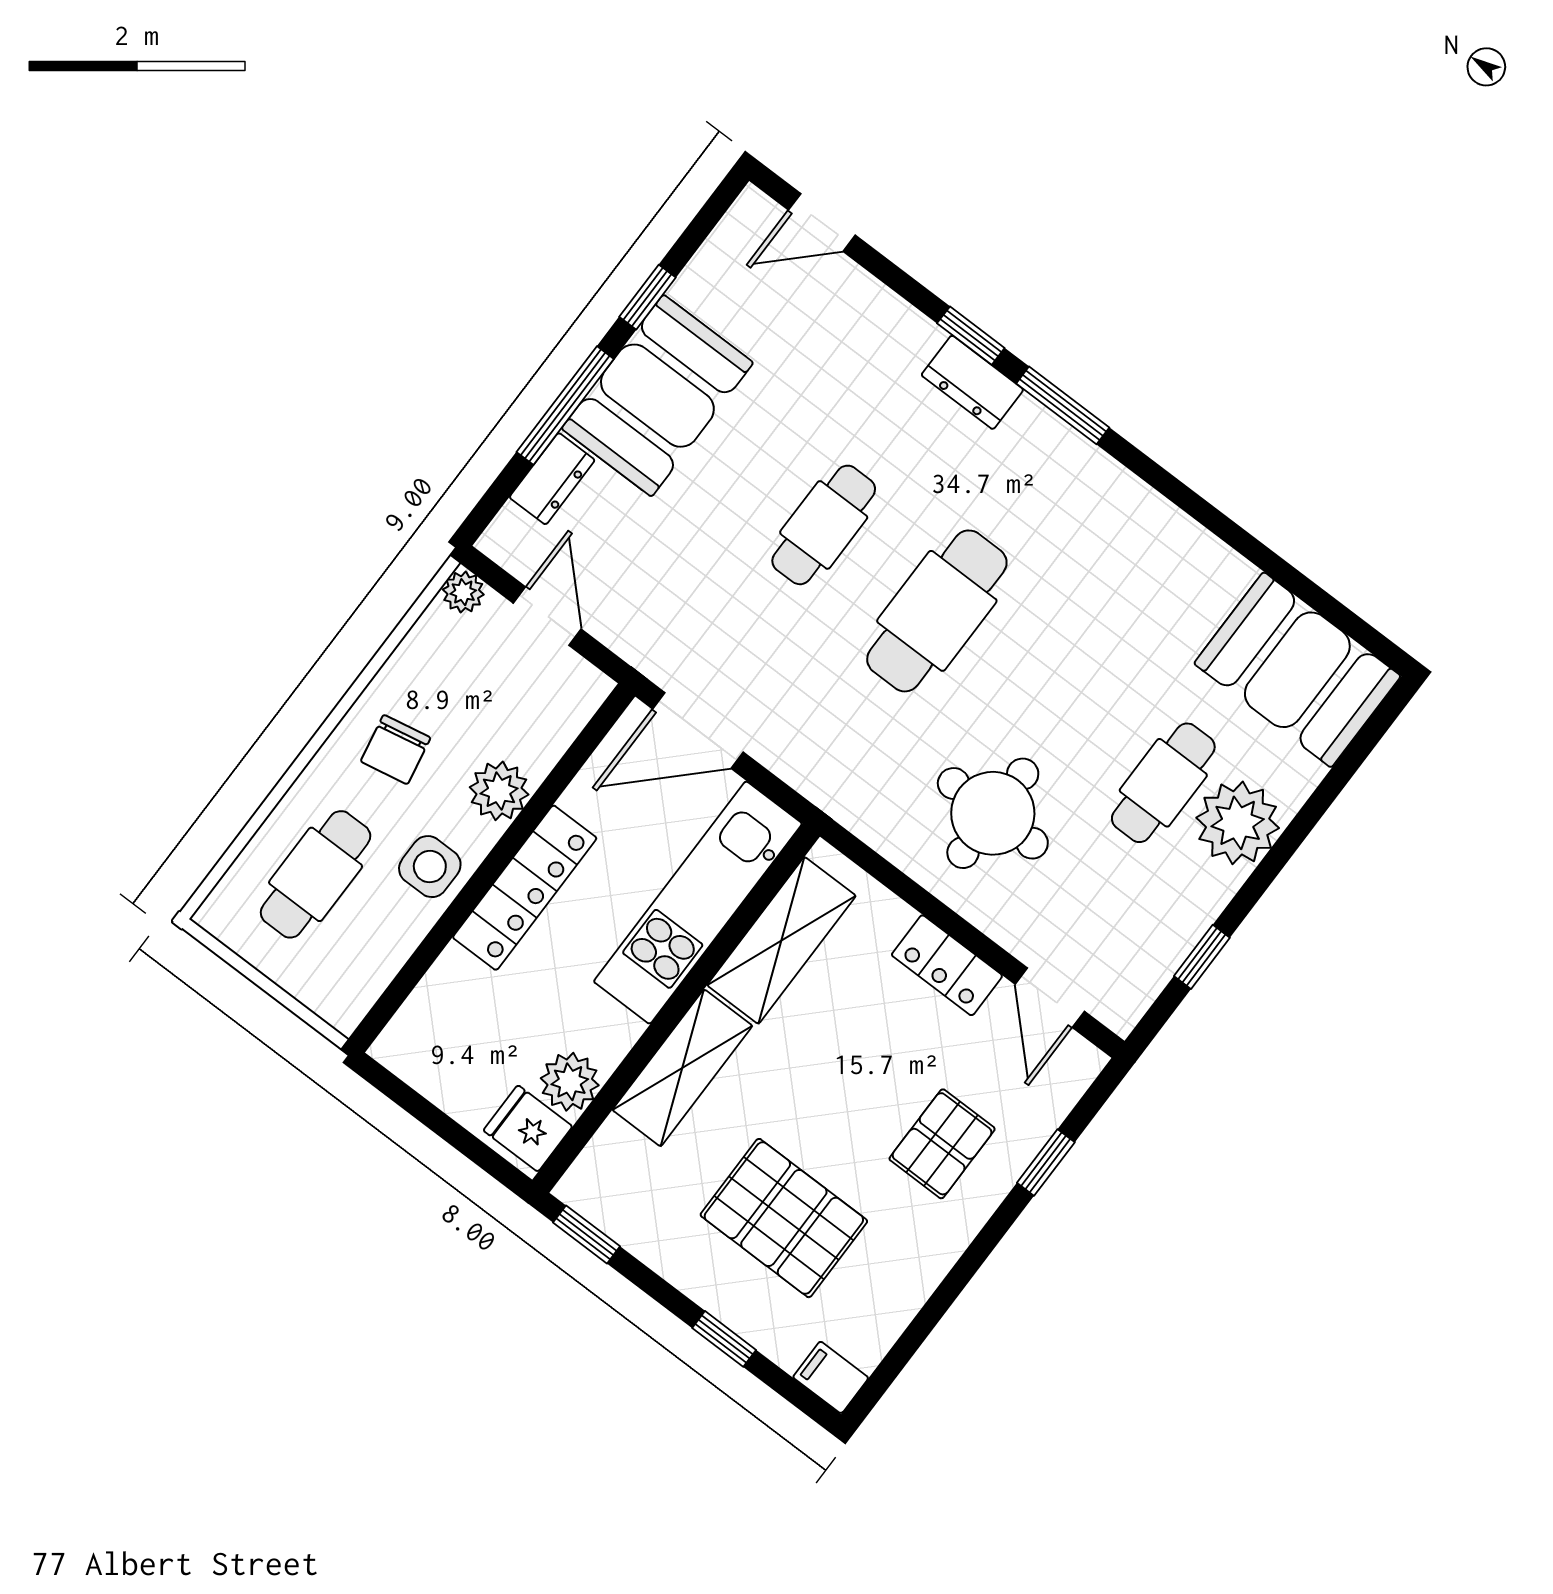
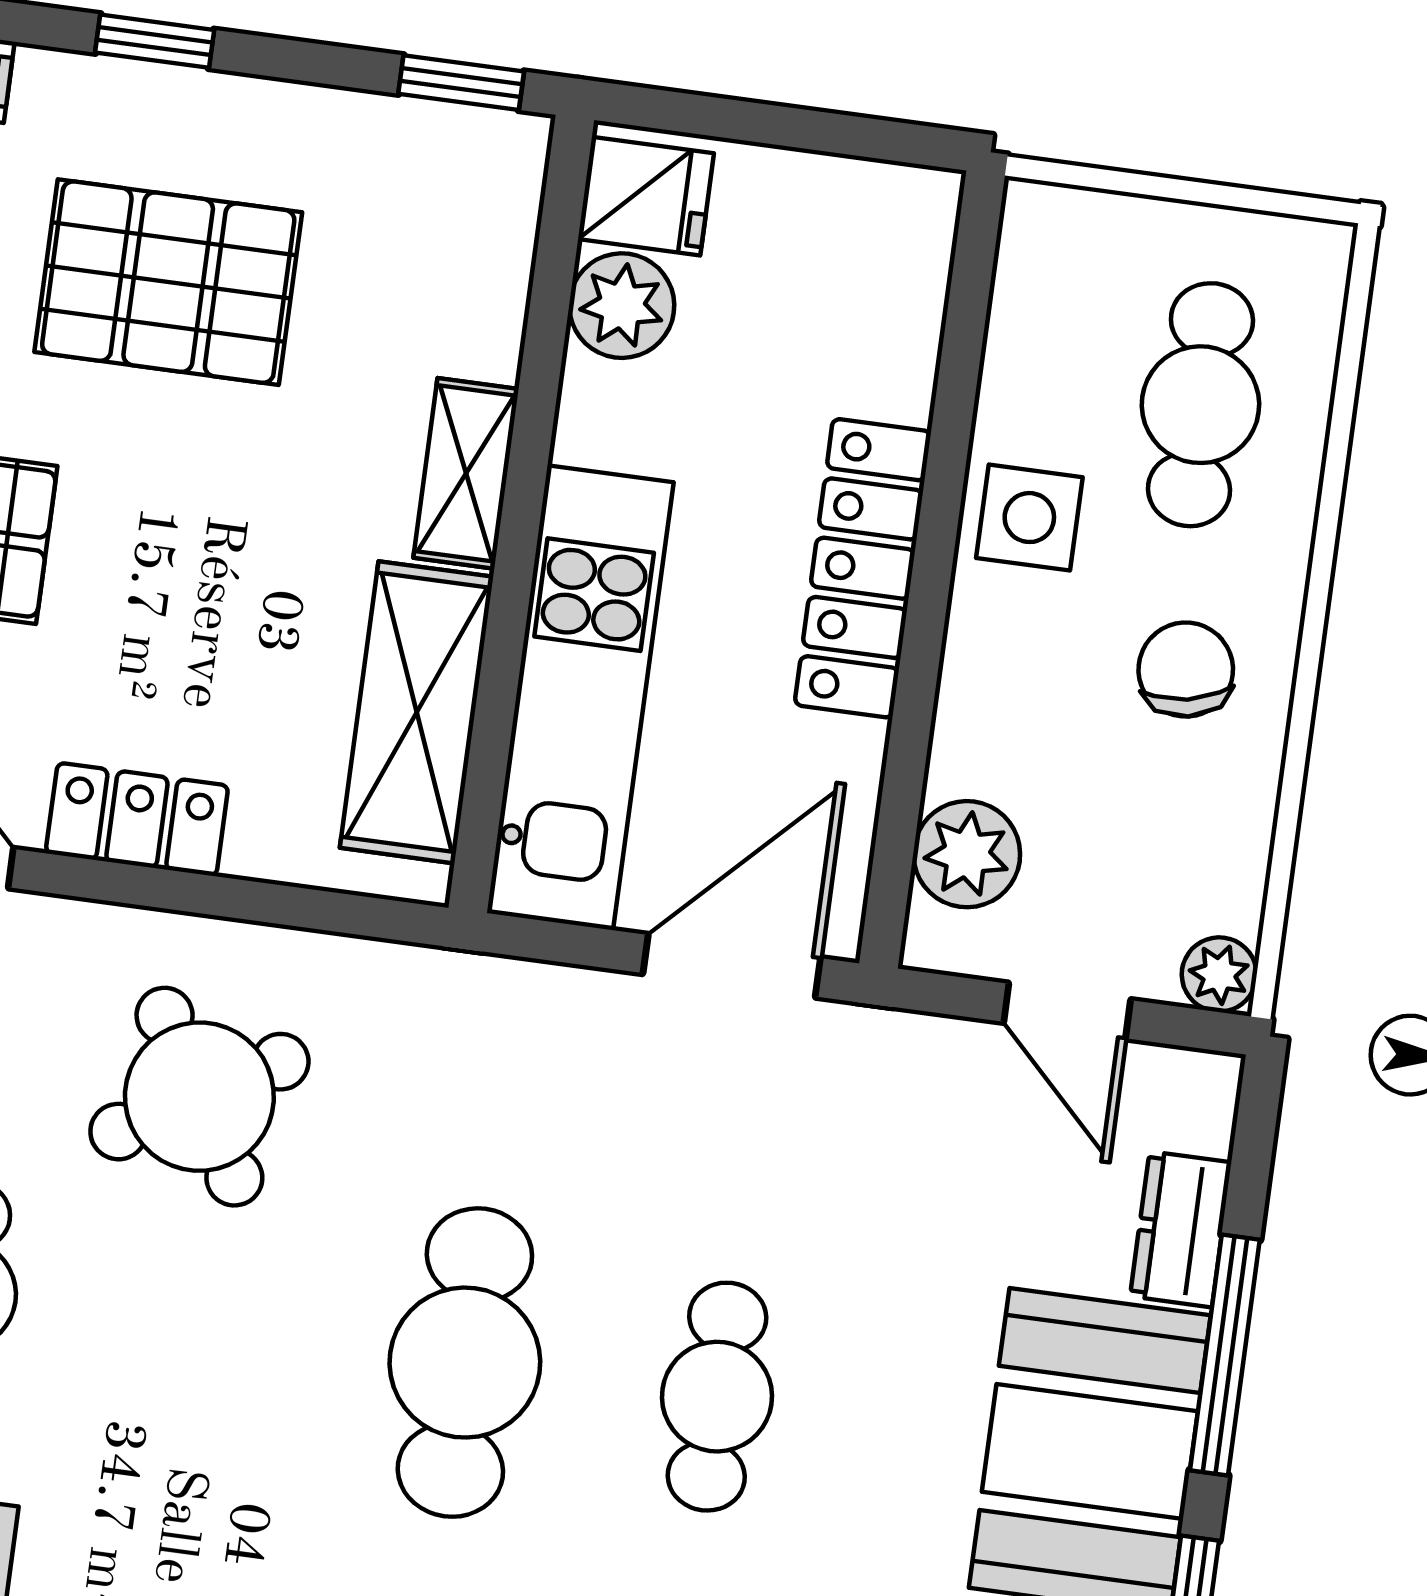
plant: (499, 791) -> (967, 854), moved
round table: (993, 813) -> (199, 1097), turned -31
shelving: (682, 1068) -> (466, 473), width x0.67, depth x0.75

